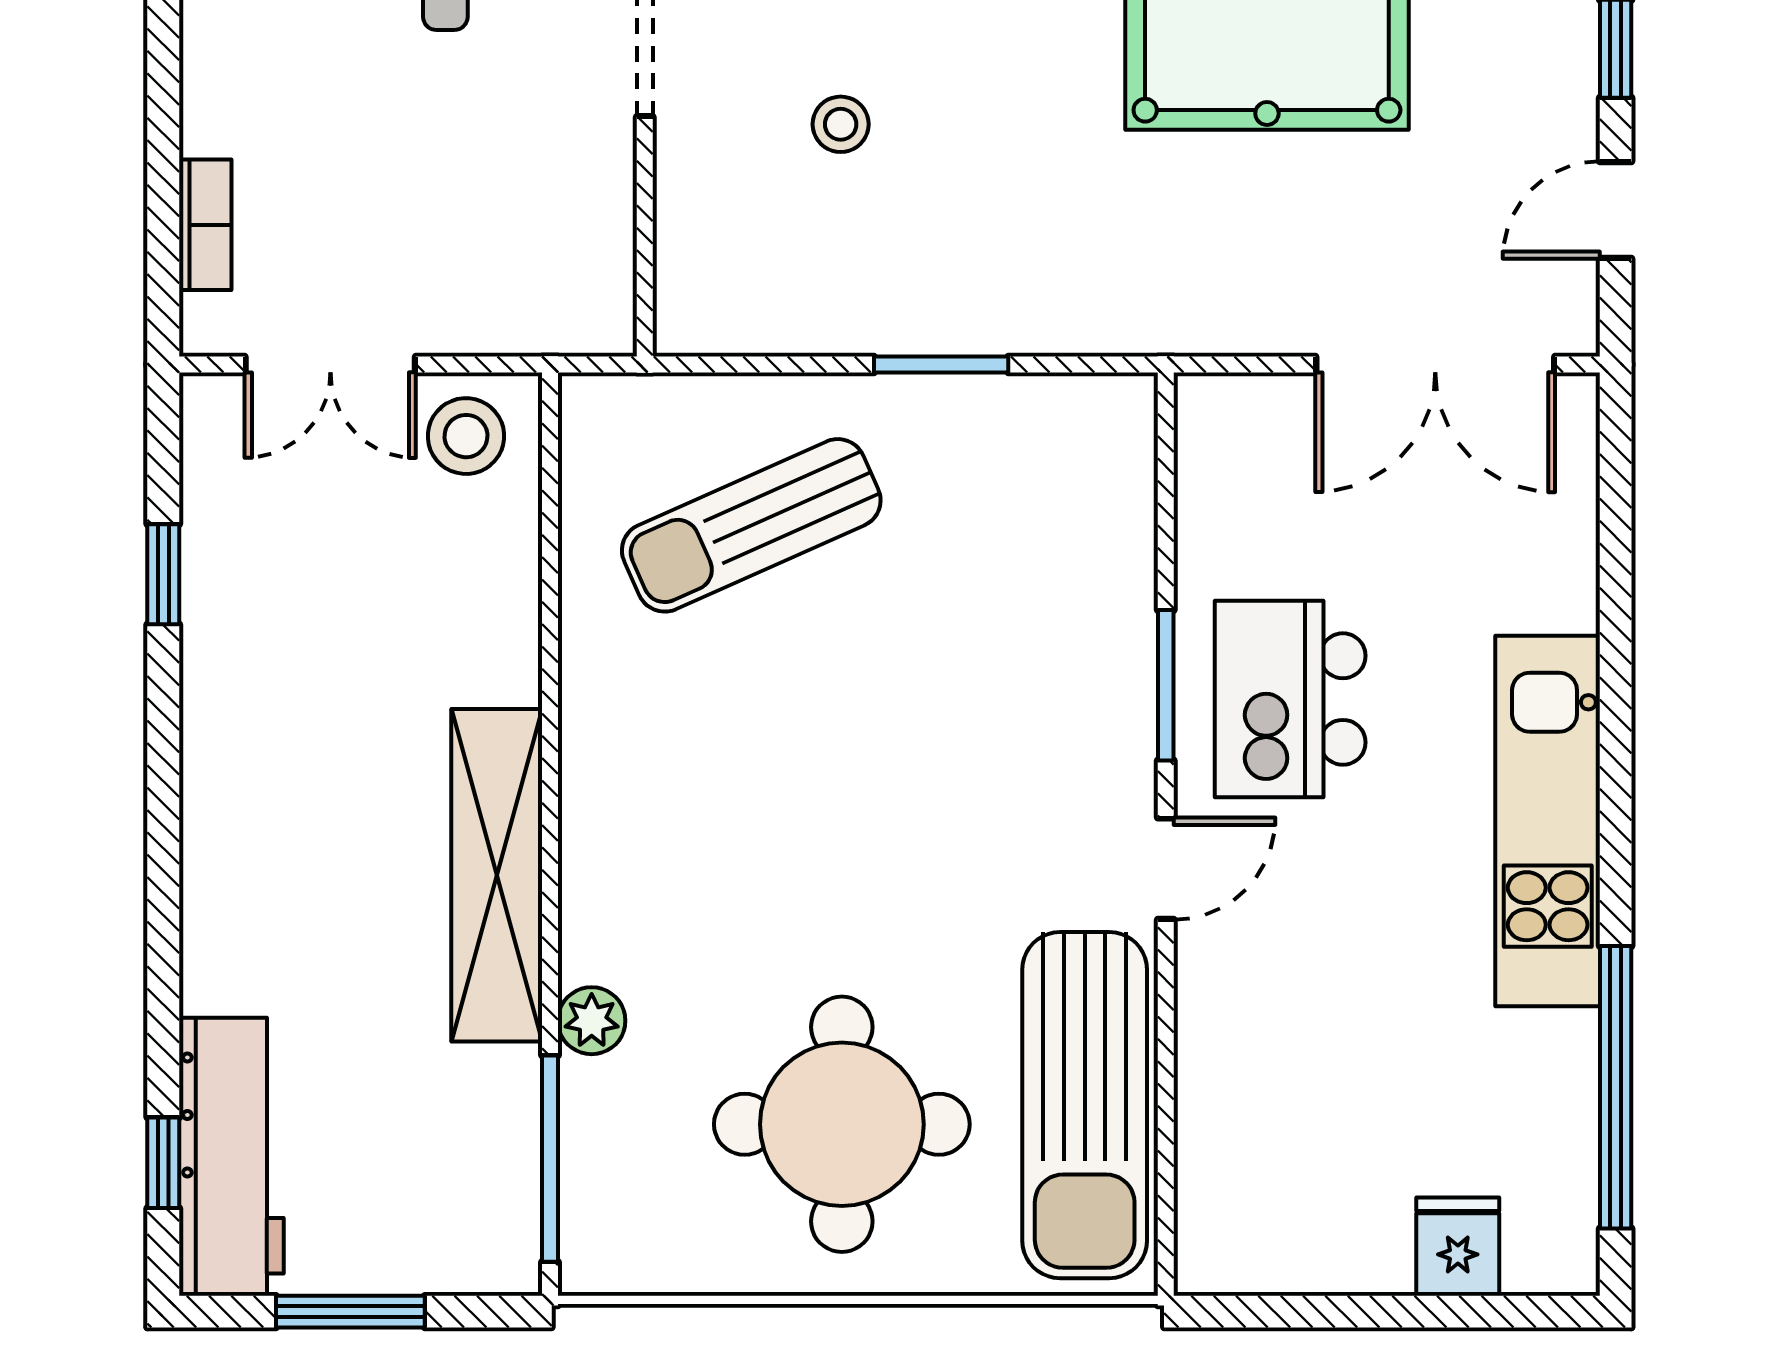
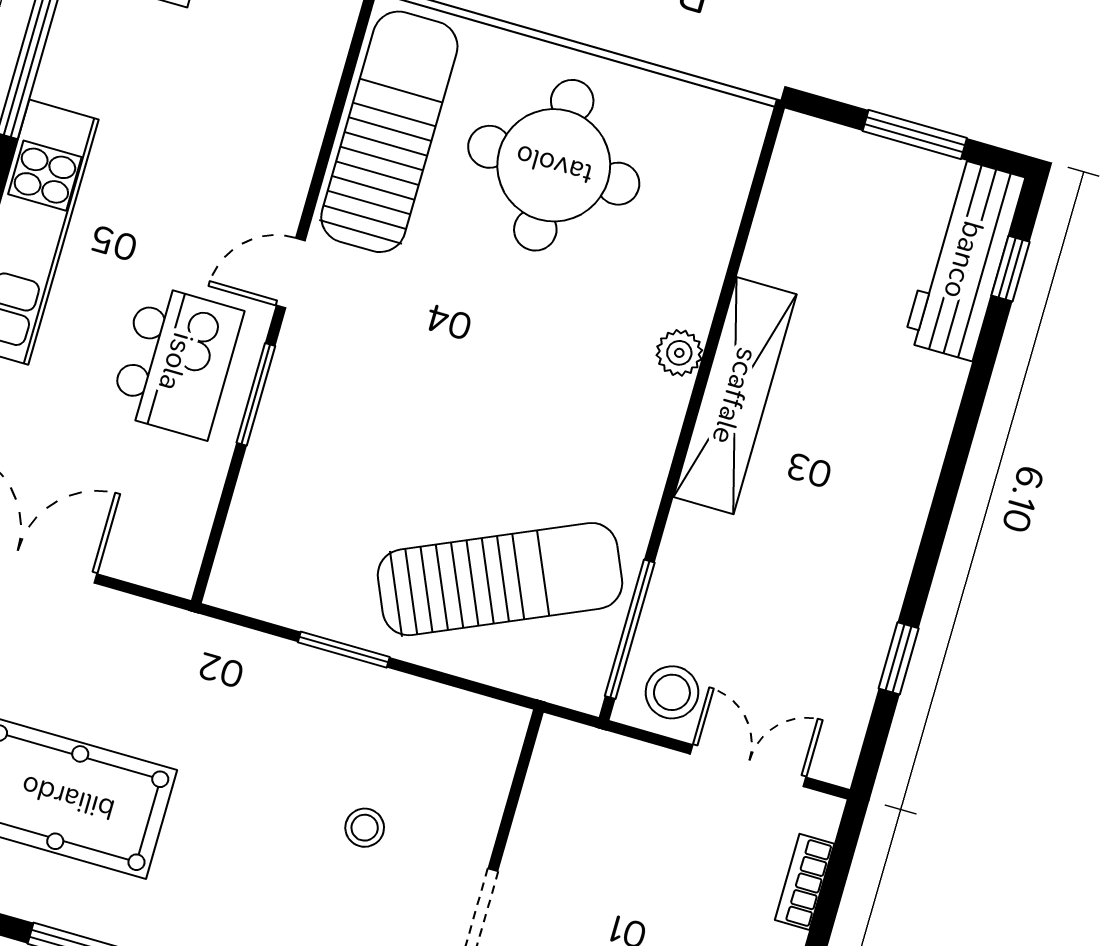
sun lounger: (751, 525) -> (500, 579), width x1.36, depth x1.34
plant: (592, 1021) -> (679, 353), moved
window: (550, 1159) -> (630, 629), moved

